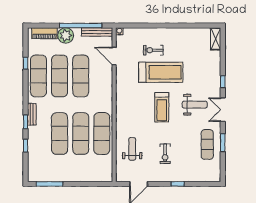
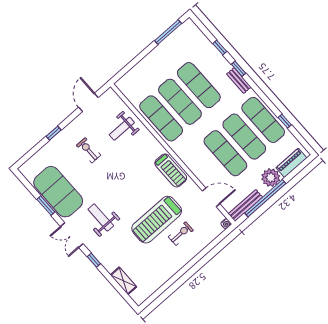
shelving: (216, 39) -> (123, 281), moved
weight bench: (195, 105) -> (101, 217), turned 90
treadmill: (162, 107) -> (171, 170), moved, turned 180
double door: (223, 110) -> (72, 235), swing flipped
exercise mat: (207, 144) -> (58, 192), width x2.00, depth x1.45
weight bench: (132, 149) -> (122, 129), turned 90

